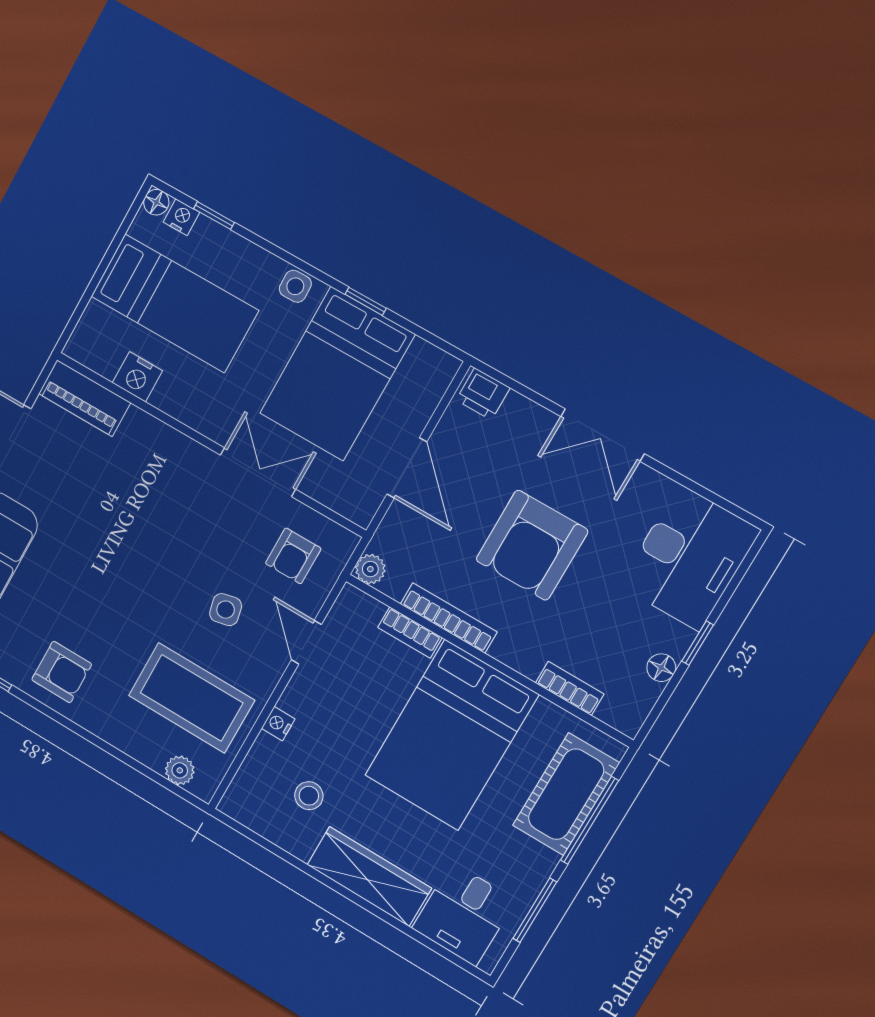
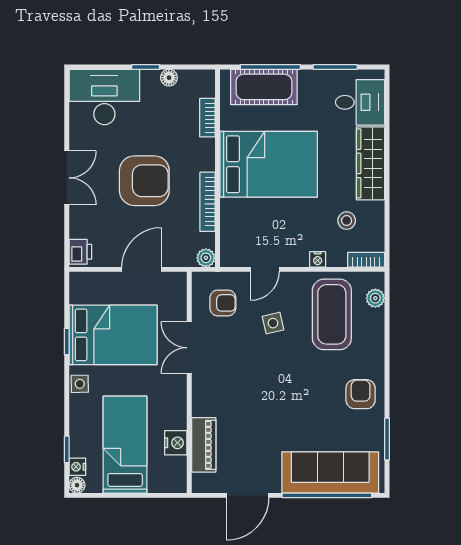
piano: (84, 398) -> (204, 445), moved
bookcase: (410, 633) -> (366, 260), moved, turned -90

